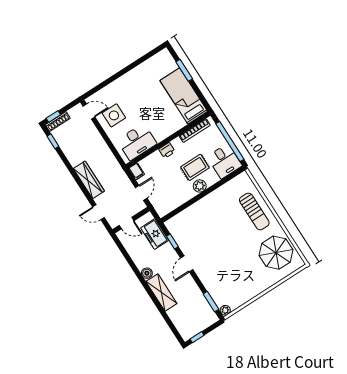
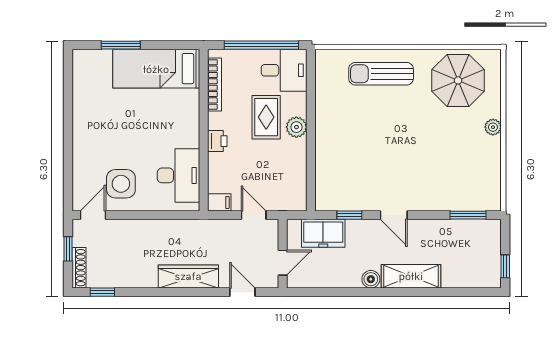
window: (53, 117) -> (68, 249), moved
sun lounger: (254, 211) -> (381, 74), turned 180
door: (99, 212) -> (242, 292), swing flipped
plant: (225, 310) -> (493, 127), moved

